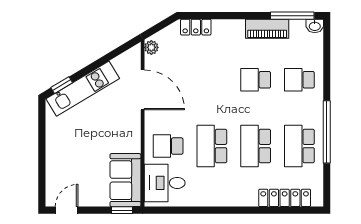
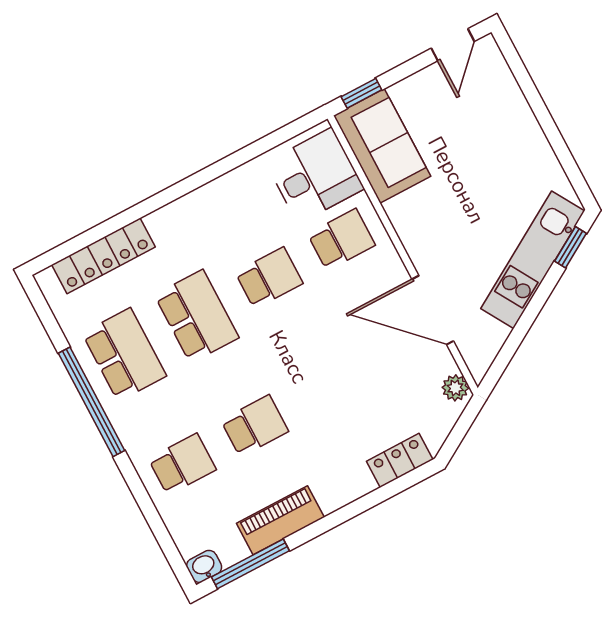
school desk: (212, 146) -> (269, 278), width x0.54

